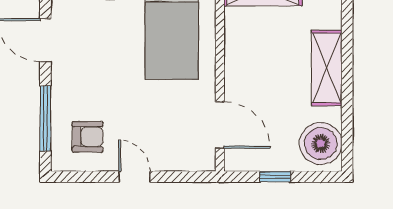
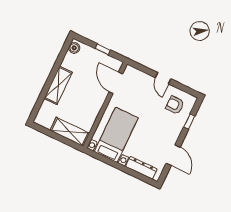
window: (45, 118) -> (189, 122), width x0.46
boiler: (321, 144) -> (74, 48), width x0.54, depth x0.54

